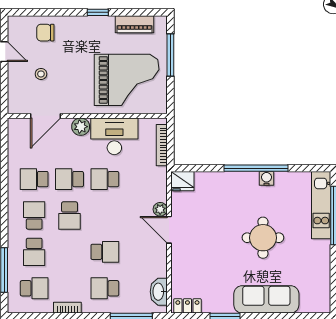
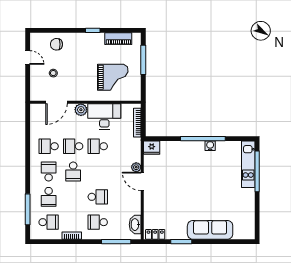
grand piano: (127, 80) -> (113, 77), width x0.73, depth x0.68
round table: (263, 238) -> (208, 187), removed

